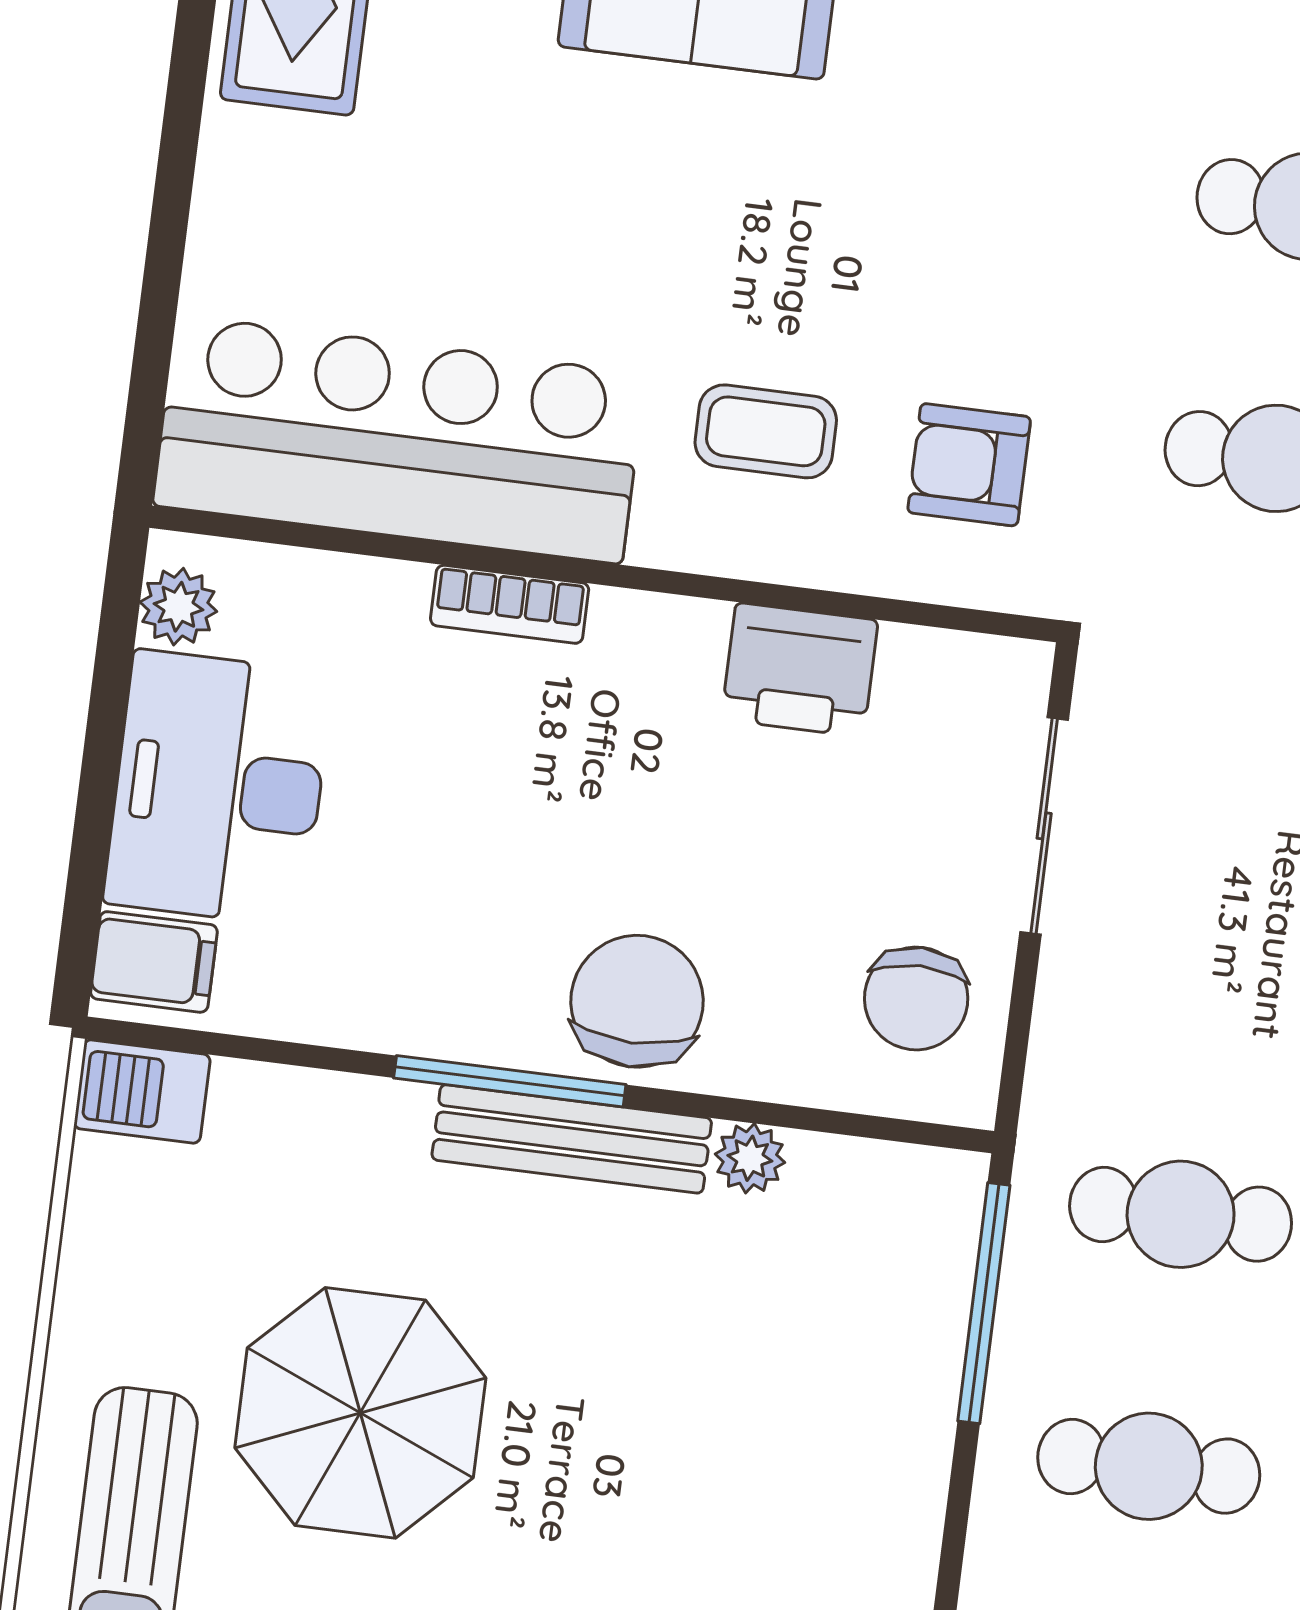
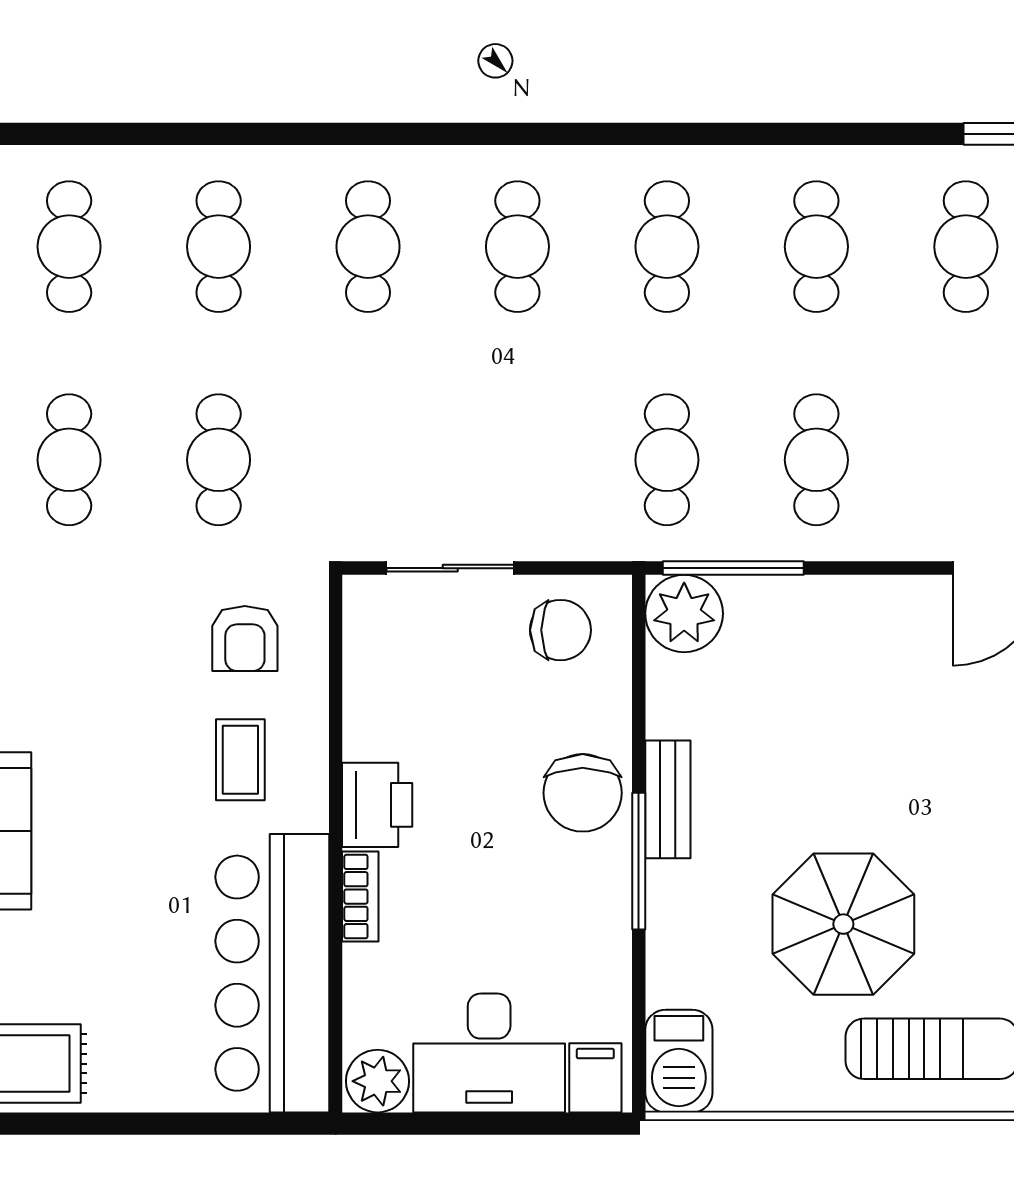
plant: (178, 607) -> (378, 1081), width x1.38, depth x1.38
printer: (800, 670) -> (377, 805), moved
chair: (637, 1001) -> (583, 793), turned -90
barbecue: (142, 1091) -> (679, 1061), width x1.38, depth x1.27
bench: (572, 1139) -> (668, 799), width x0.73
plant: (750, 1158) -> (684, 613), moved, width x1.87, depth x1.87

